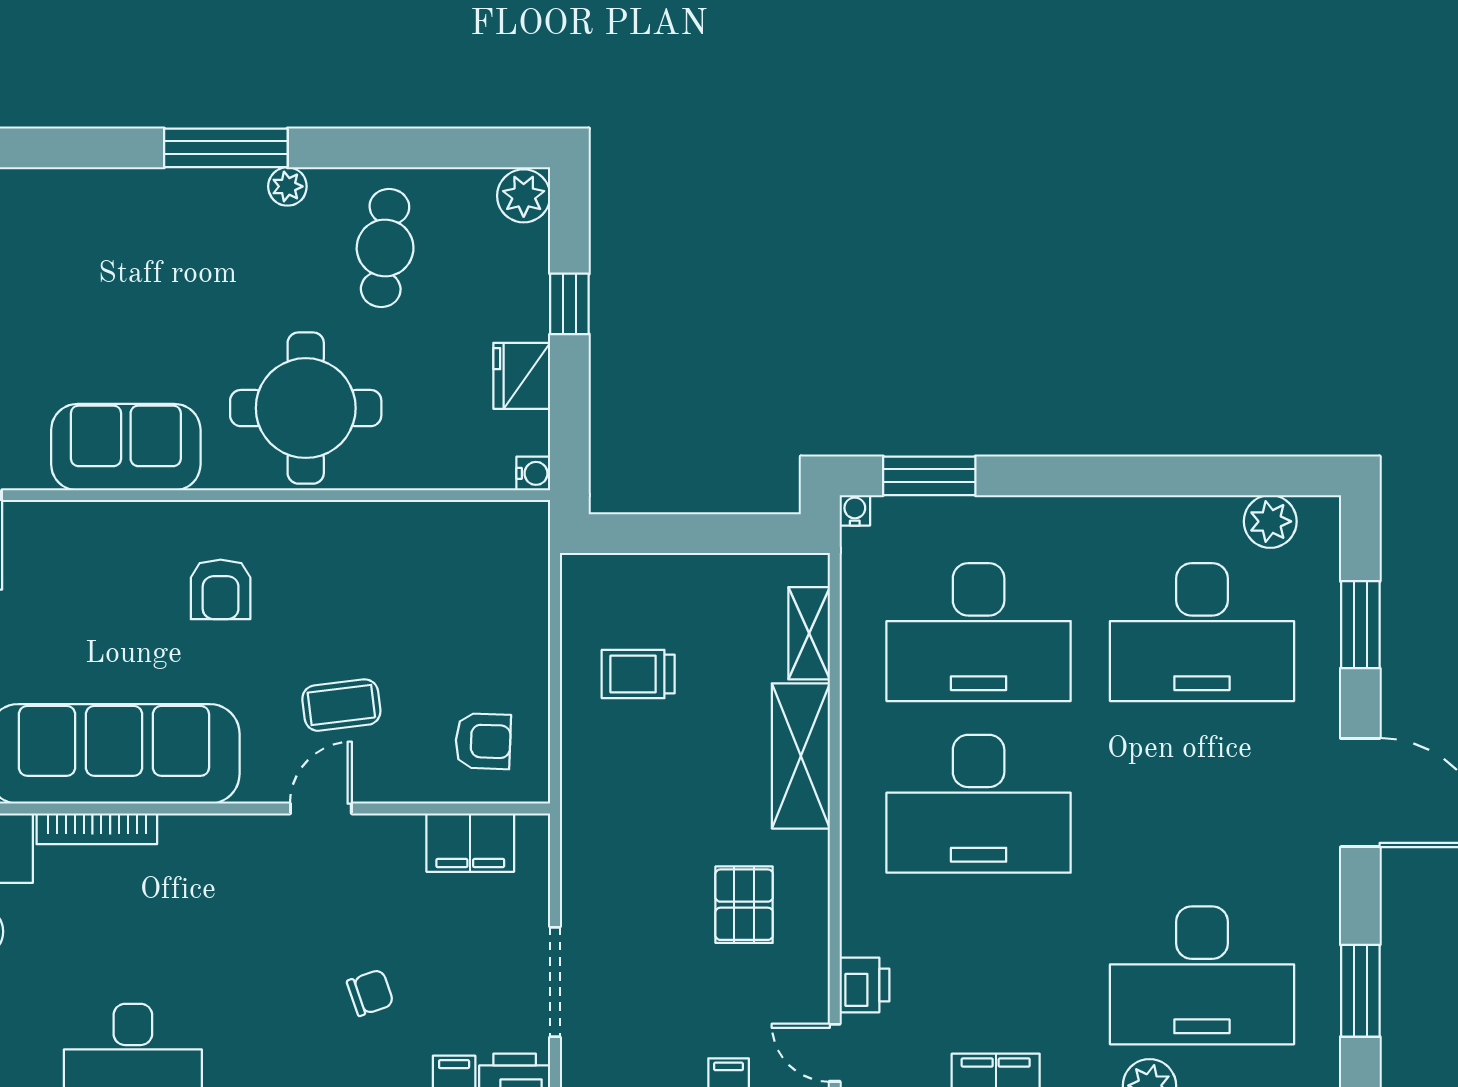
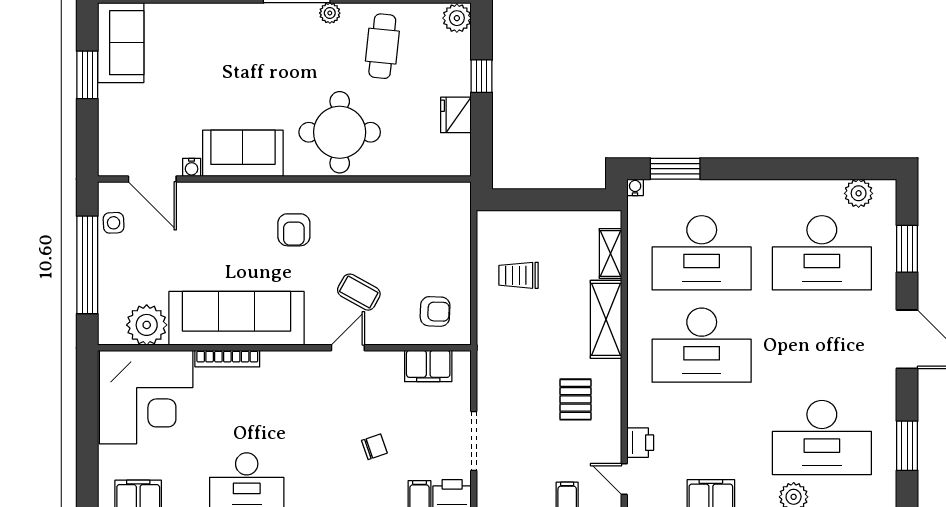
water cooler: (533, 473) -> (192, 167), moved, turned 90
coffee table: (341, 705) -> (359, 292), turned 36

